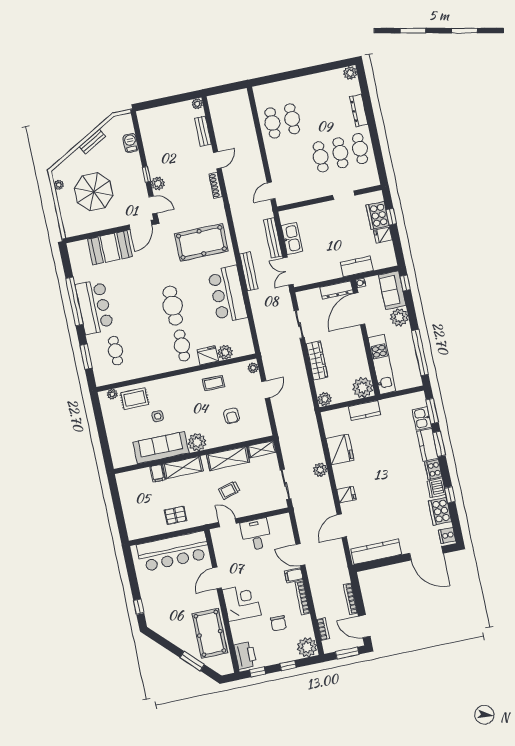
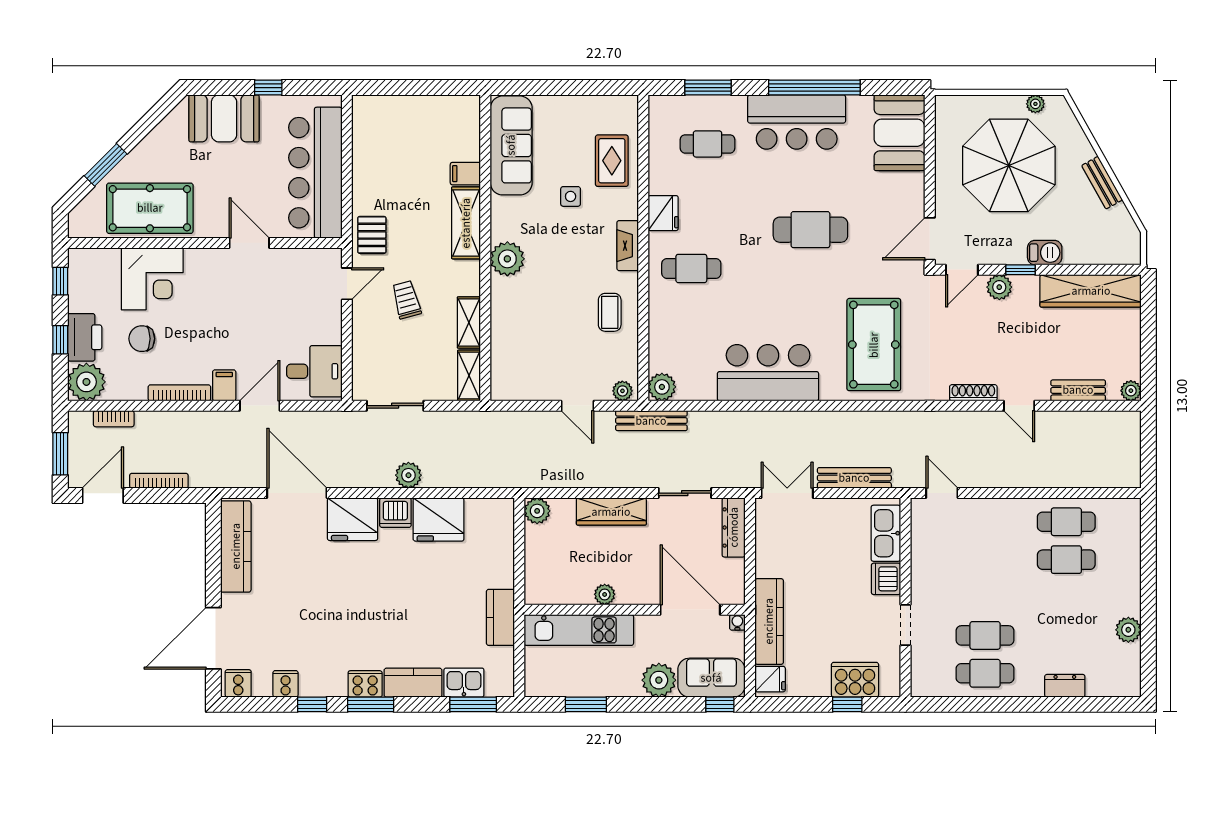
plant: (350, 73) -> (1128, 630), moved
dresser: (359, 110) -> (1065, 686), width x0.70
wardrobe: (150, 136) -> (1091, 291), added
barbecue: (131, 143) -> (1045, 253), moved
cafe table: (321, 157) -> (985, 598), removed
parasol: (94, 192) -> (1009, 165), width x1.36, depth x1.36
dishwasher: (322, 210) -> (886, 579), added
door: (140, 225) -> (930, 239), hinge flipped
fridge: (383, 235) -> (770, 679), moved, turned 90
kitchen sink: (292, 239) -> (886, 533), moved, turned 90
booth: (110, 248) -> (899, 133), moved
kitchen counter: (357, 266) -> (769, 621), width x1.50
bench: (249, 271) -> (651, 421), moved
dresser: (337, 290) -> (734, 527), moved
cafe table: (173, 306) -> (810, 230), moved
plant: (225, 352) -> (662, 387), moved
window: (420, 353) -> (586, 704), width x0.47
fridge: (208, 355) -> (663, 213), moved
fireplace: (177, 381) -> (628, 246), added
plant: (363, 388) -> (605, 594), moved, width x0.53, depth x0.53
plant: (112, 394) -> (629, 121), removed
kitchen counter: (365, 411) -> (500, 617), moved
armchair: (232, 416) -> (543, 333), removed
window: (439, 444) -> (371, 704), moved
sofa: (161, 448) -> (511, 145), moved
shelving: (228, 459) -> (469, 322), width x0.67, depth x0.75
dishwasher: (436, 488) -> (395, 513), moved, turned 180
fridge: (346, 495) -> (353, 519), width x1.88, depth x1.34
cooker: (440, 511) -> (286, 684), width x0.53, depth x0.76
pallet: (175, 515) -> (372, 235), moved
door: (342, 526) -> (297, 493), width x1.36
desk: (256, 534) -> (314, 371), moved
corner desk: (242, 602) -> (152, 279), moved
booth: (155, 605) -> (224, 118), added
window: (139, 607) -> (268, 88), moved
printer: (245, 655) -> (85, 337), moved, turned -90

